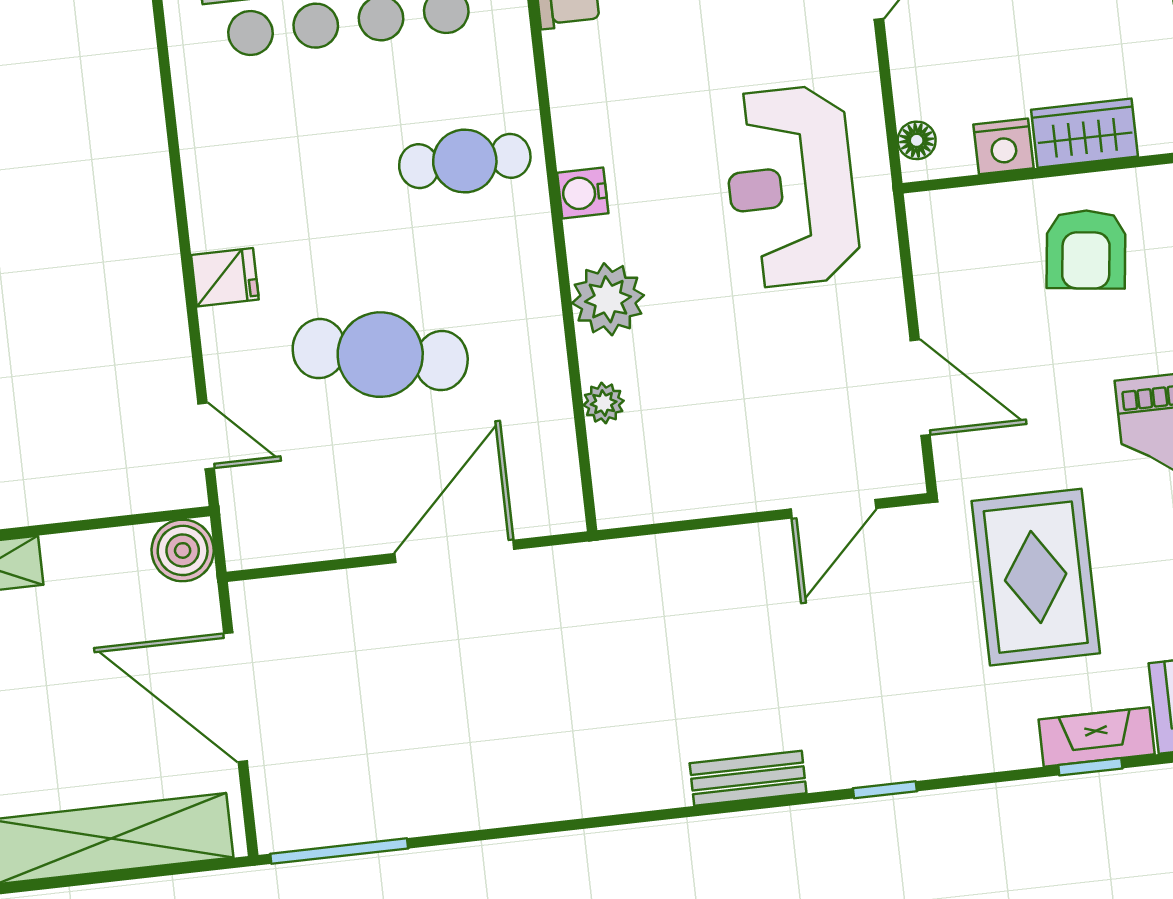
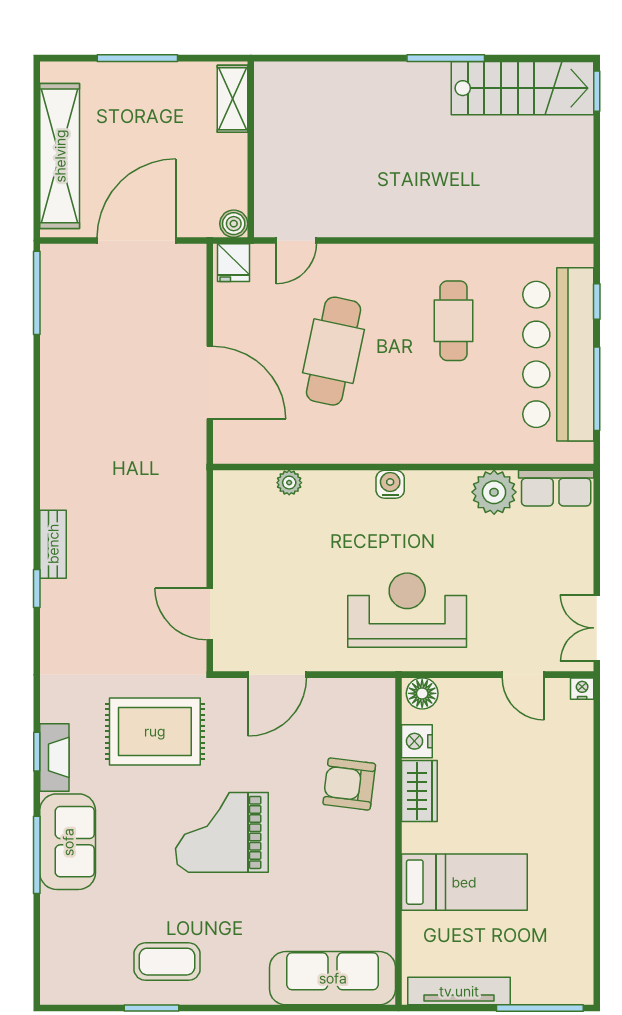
floor lamp: (917, 140) -> (422, 693), width x1.37, depth x1.37
cafe table: (465, 161) -> (454, 321), moved
water cooler: (583, 193) -> (390, 484), moved
fridge: (225, 277) -> (233, 263), moved
plant: (608, 299) -> (494, 492), moved
boiler: (183, 550) -> (234, 224), width x0.73, depth x0.73
window: (885, 790) -> (37, 589), moved

